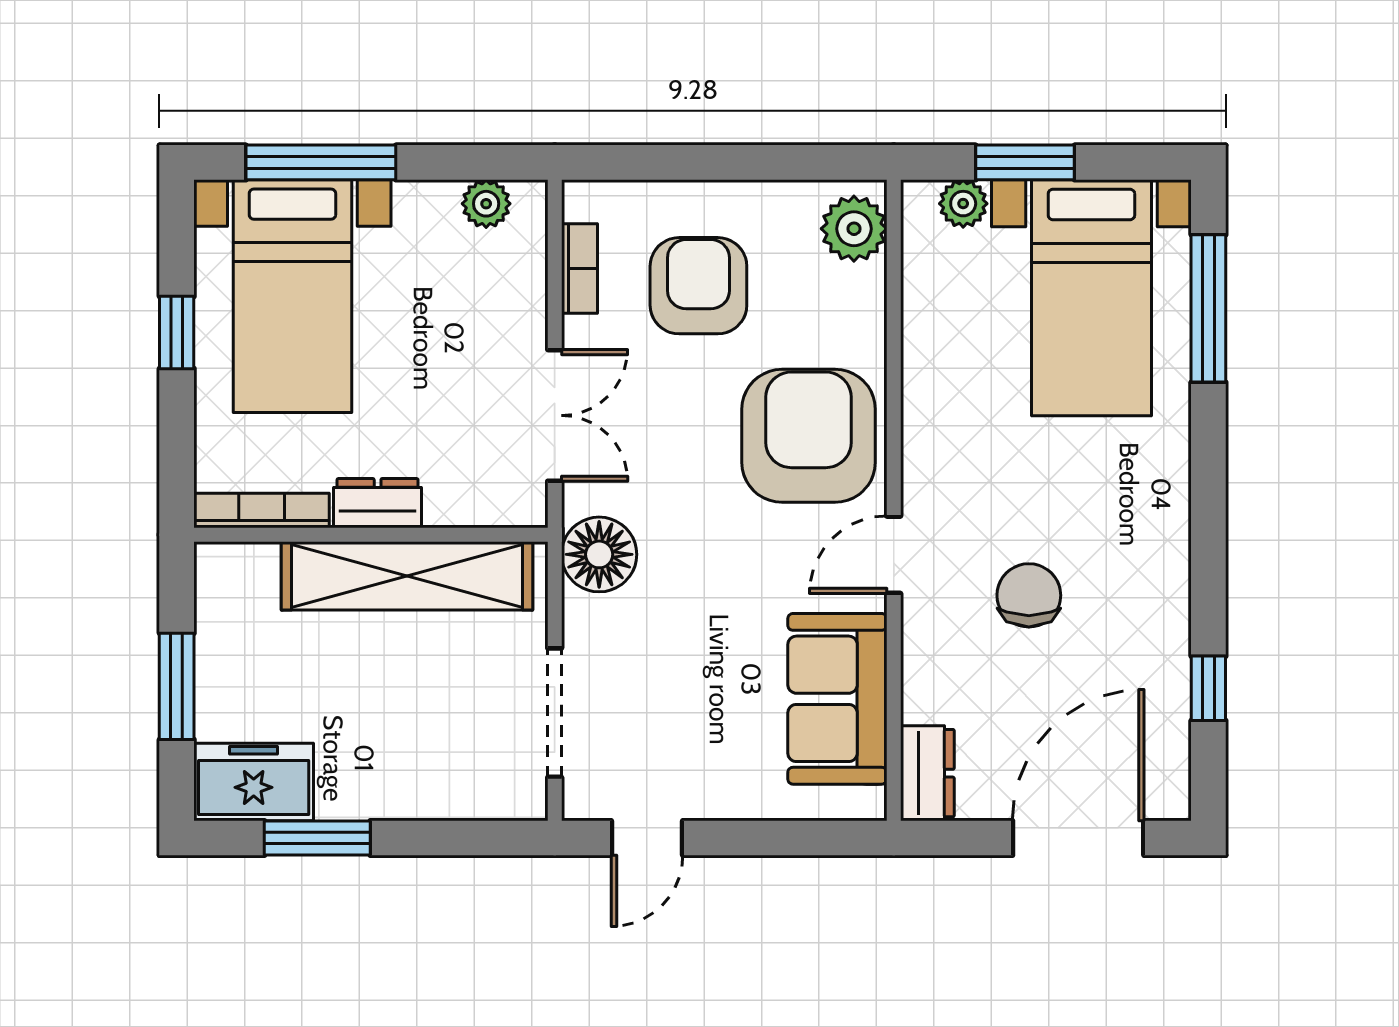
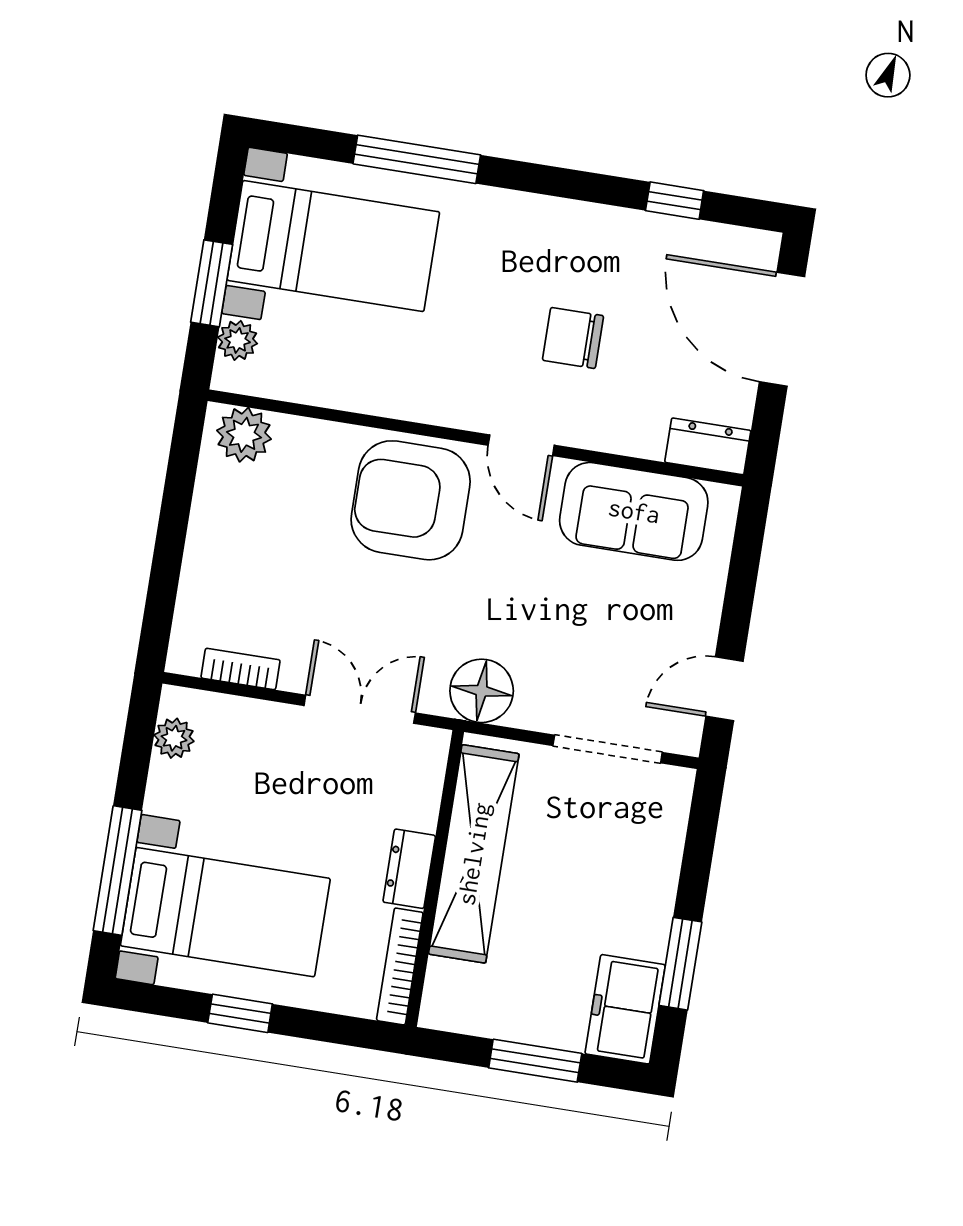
armchair: (698, 286) -> (271, 572), removed
window: (1208, 308) -> (417, 159), moved
door: (647, 838) -> (724, 689), swing flipped

